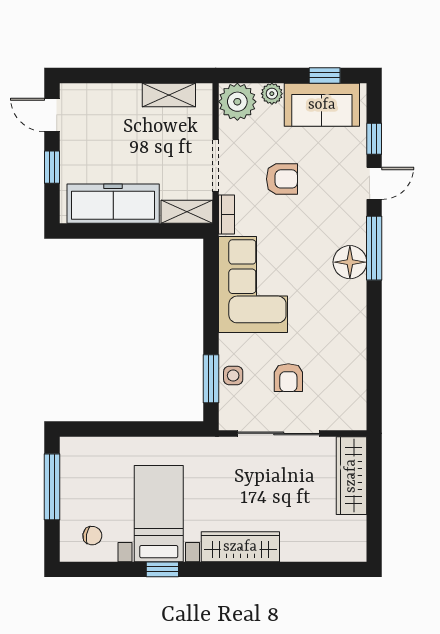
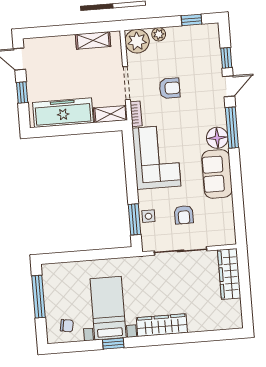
sofa: (322, 105) -> (217, 174), moved, turned 90

